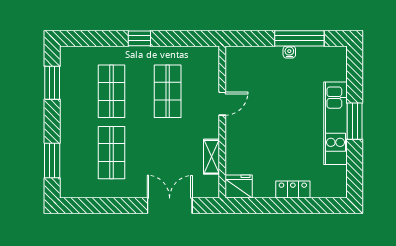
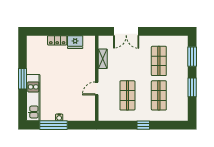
window: (52, 83) -> (192, 87), moved
kitchen unit: (335, 123) -> (33, 98), moved
fridge: (239, 186) -> (75, 42), moved

